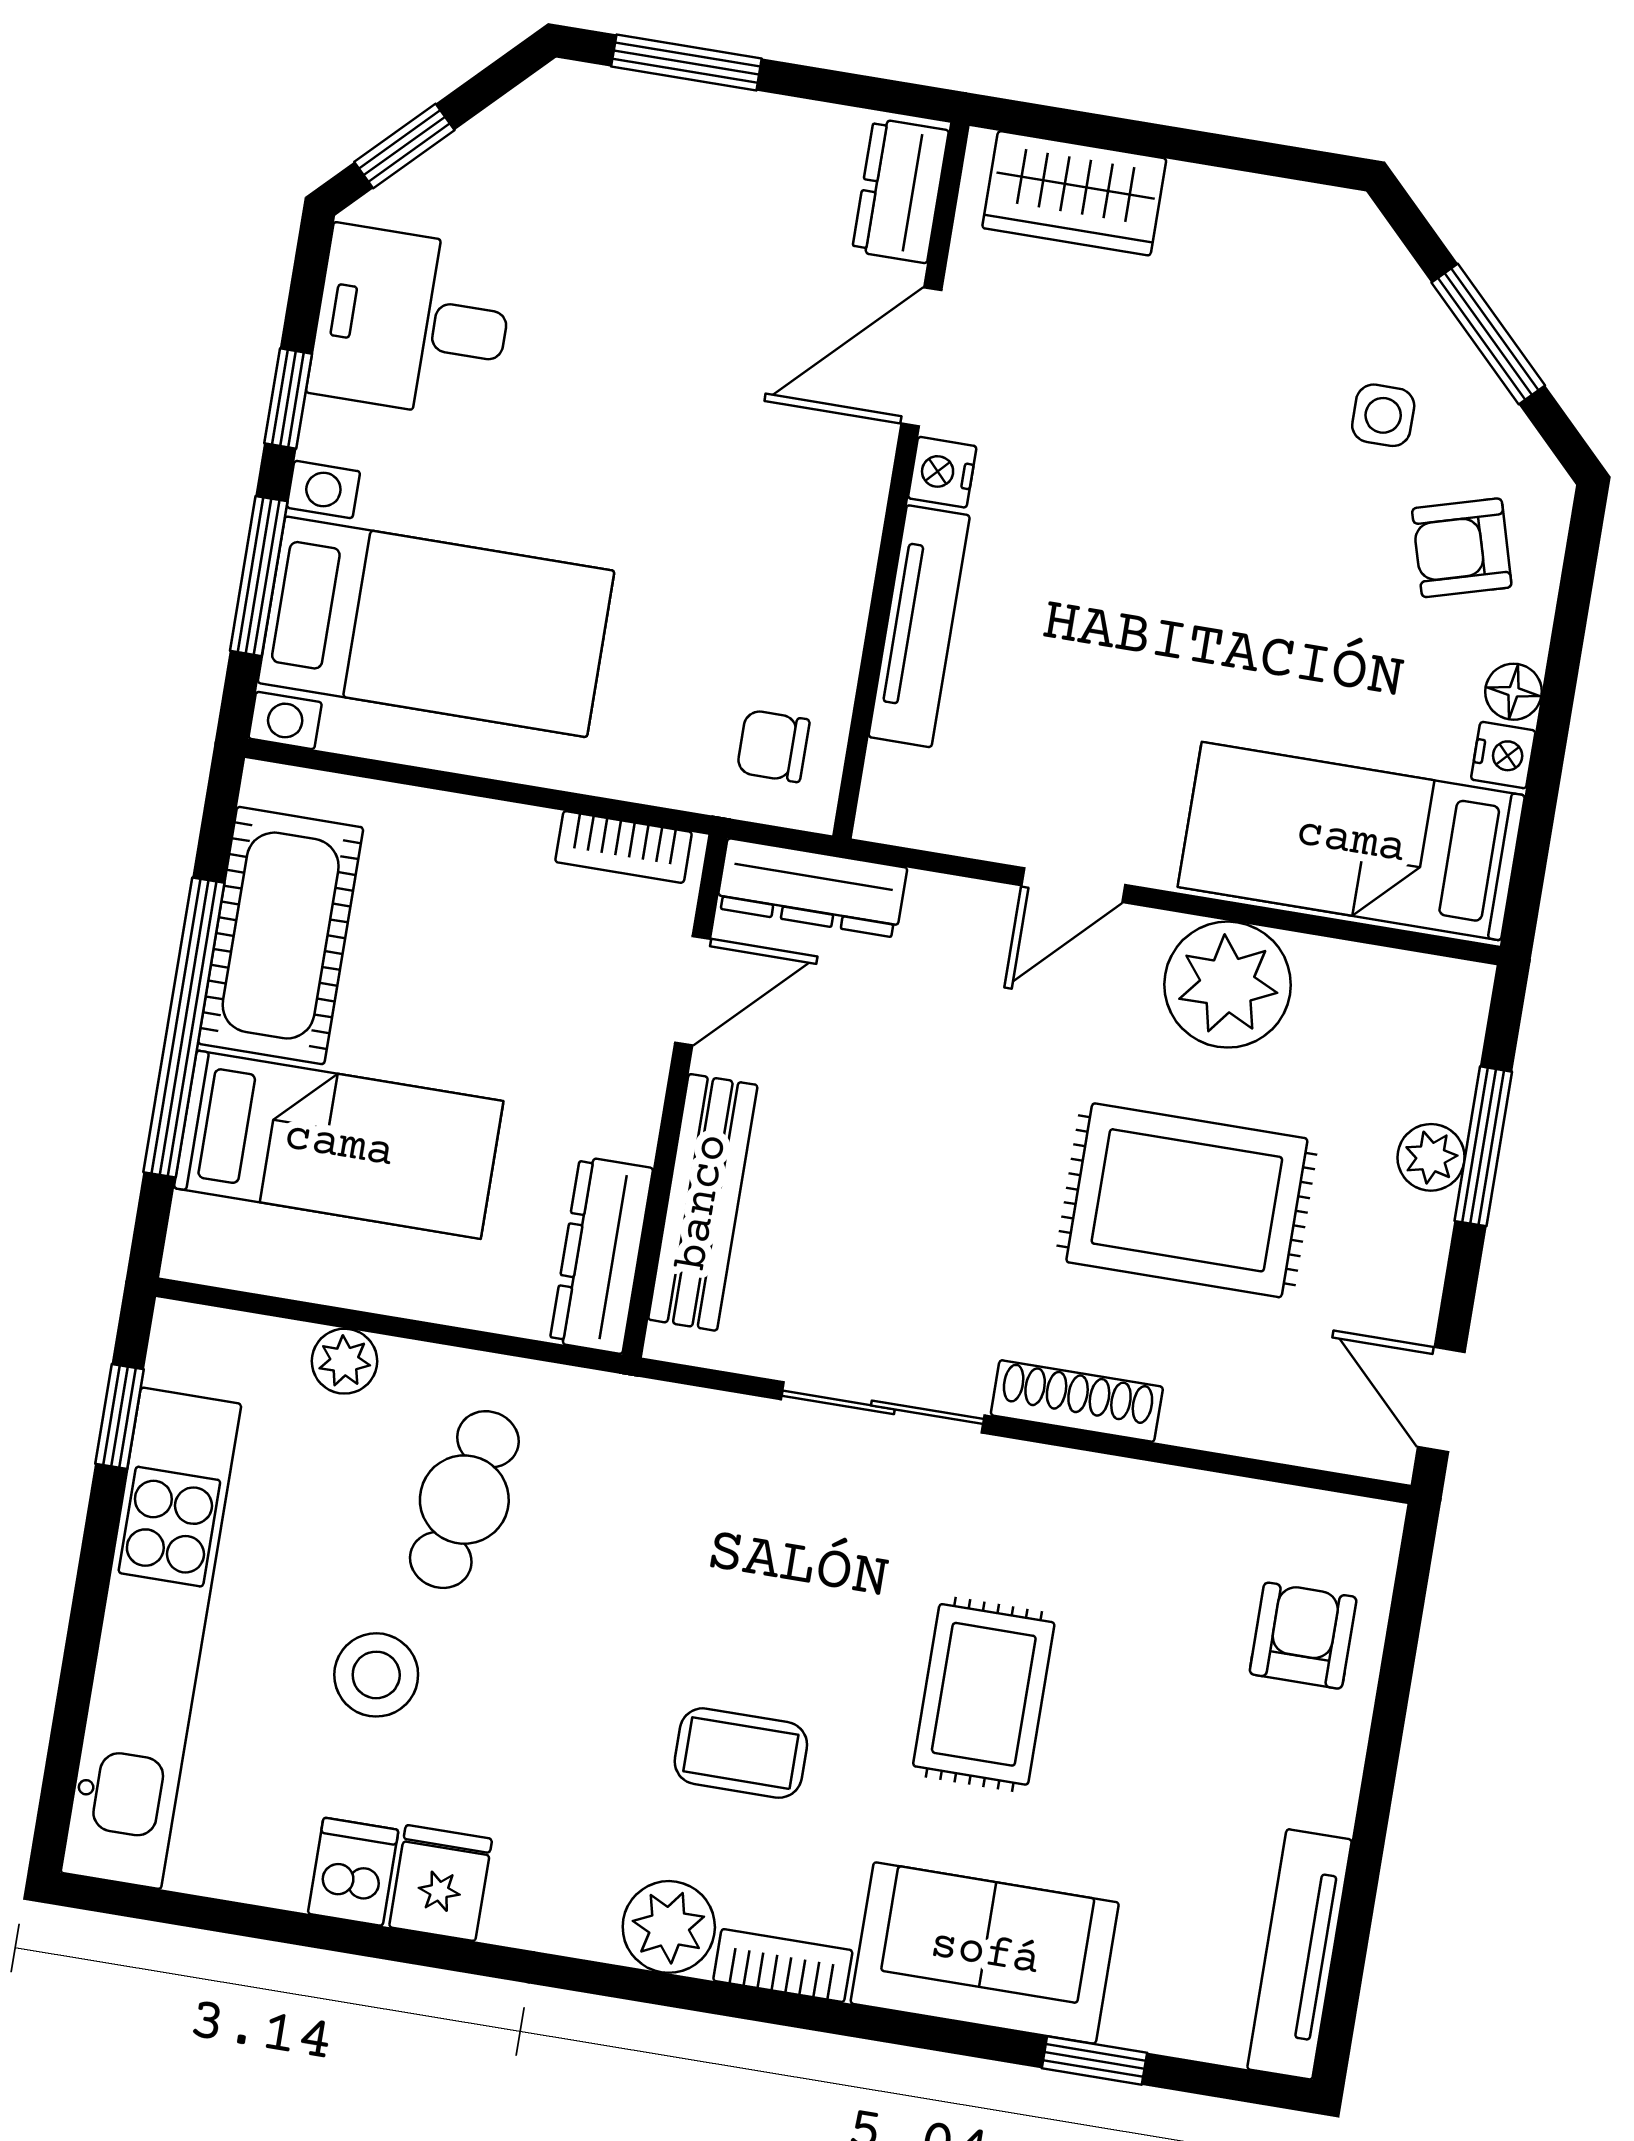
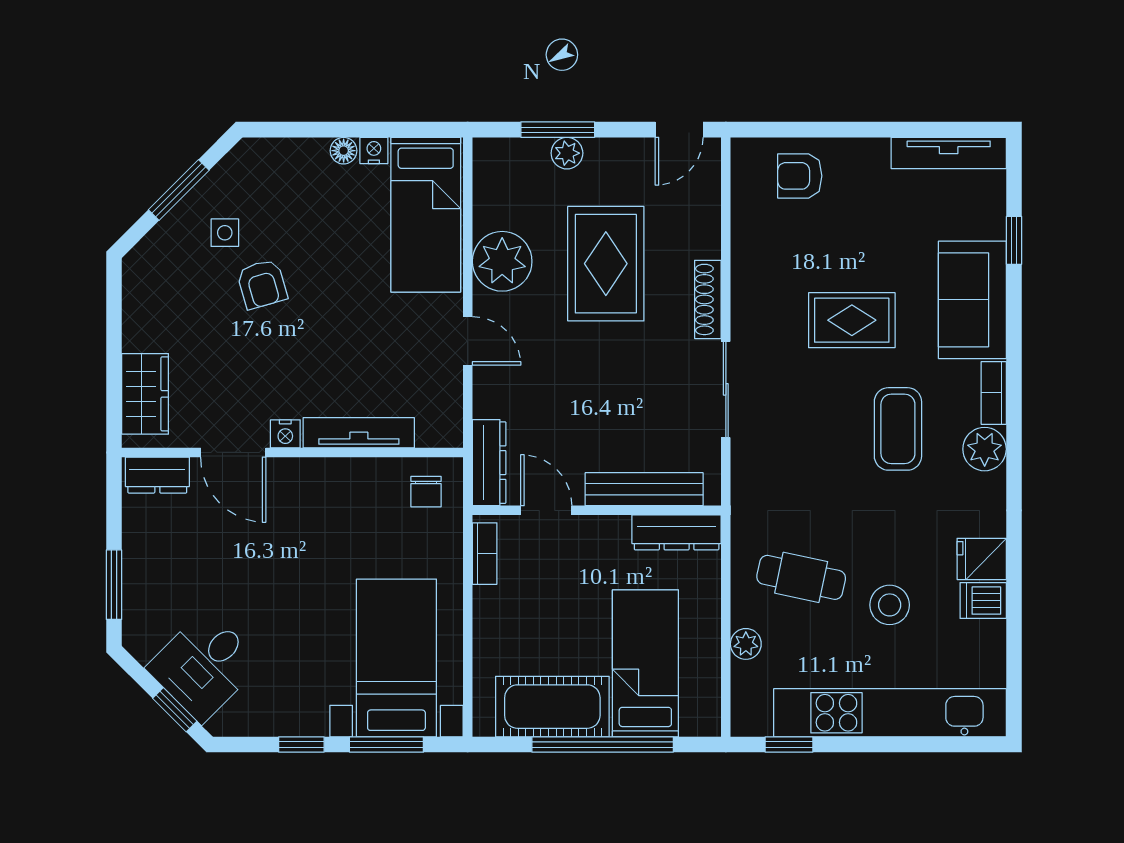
desk: (412, 322) -> (204, 666), moved, turned 45
armchair: (1462, 548) -> (262, 284), moved
coffee table: (741, 1753) -> (898, 429), width x1.36, depth x1.30

